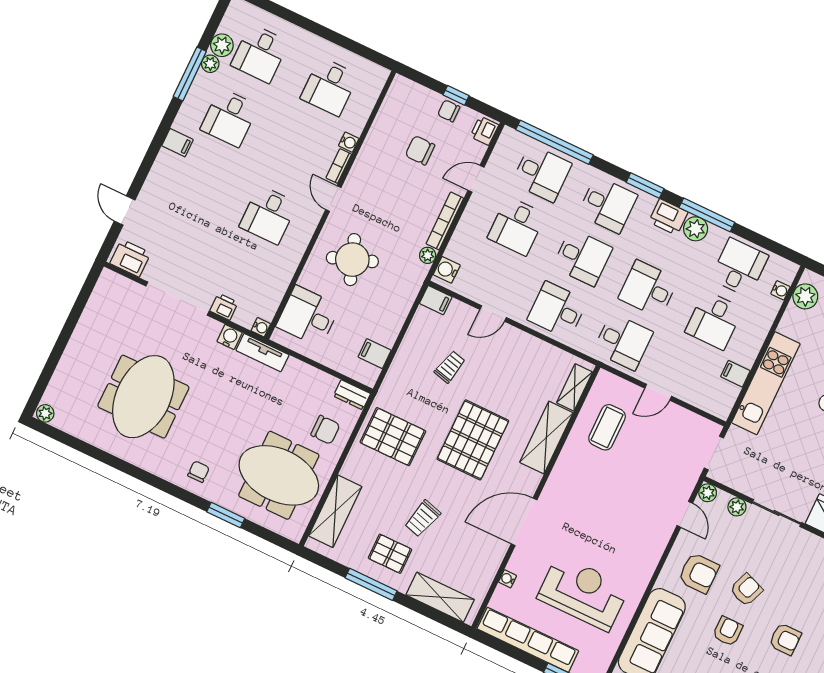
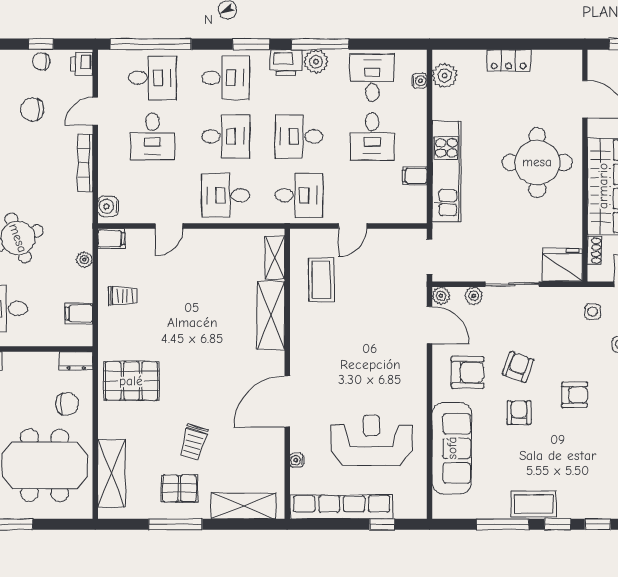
plant: (428, 255) -> (84, 260), moved
trolley: (450, 367) -> (123, 296), moved, turned 76
pallet: (473, 440) -> (205, 349), removed
door: (685, 514) -> (430, 325), width x1.38

